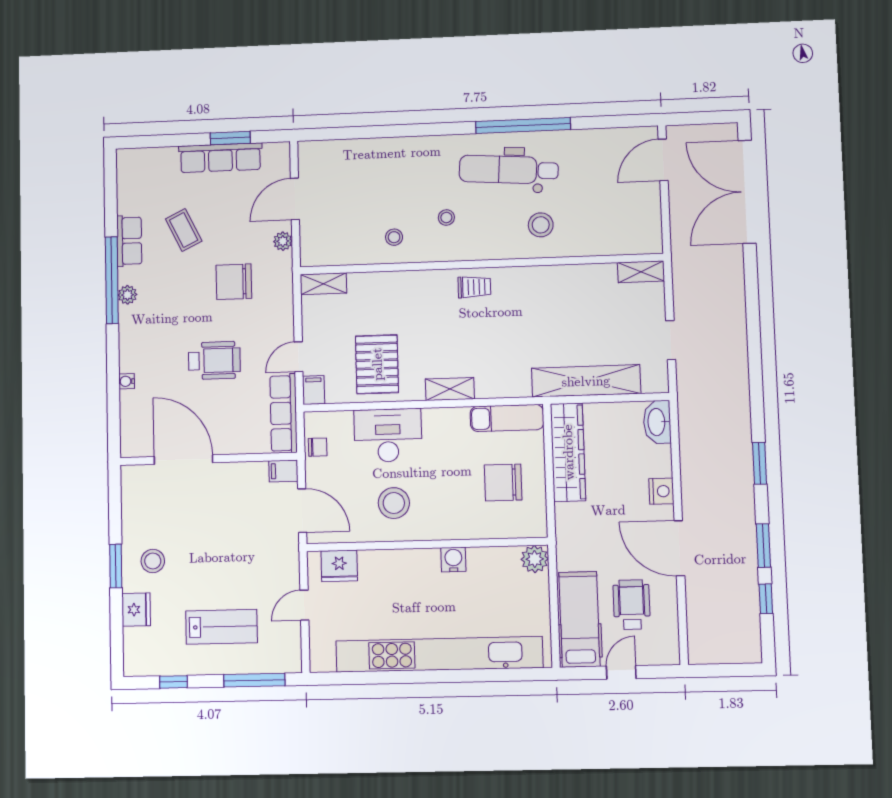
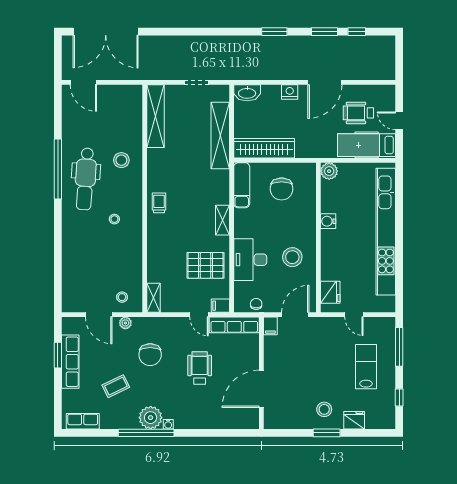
stool: (394, 237) -> (122, 297), moved
row of seats: (129, 241) -> (83, 421), moved
shelving: (641, 272) -> (155, 116), width x2.20, depth x1.33
plant: (127, 295) -> (151, 418), width x1.88, depth x1.88
water cooler: (127, 381) -> (168, 424), moved

